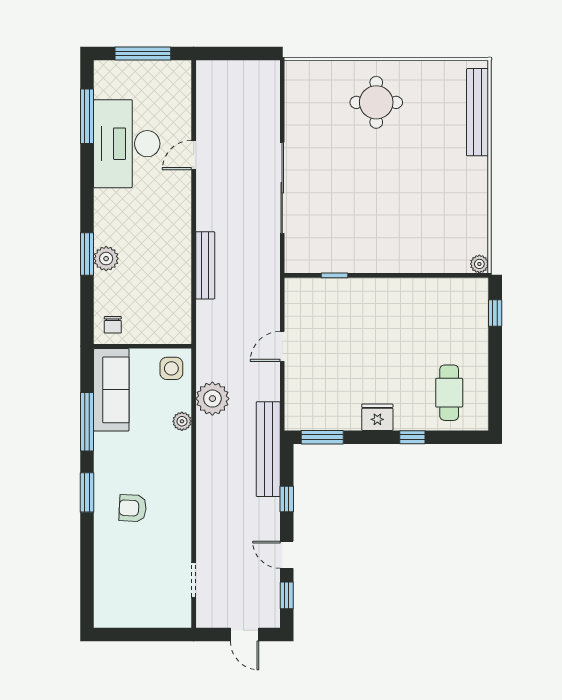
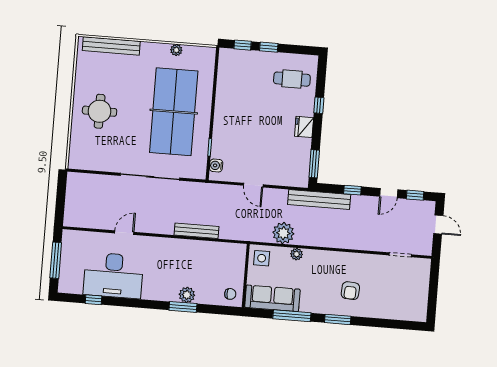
window: (87, 116) -> (93, 300), width x0.46
door: (194, 155) -> (124, 233), swing flipped
table tennis table: (385, 216) -> (174, 112), added
plant: (479, 264) -> (176, 50), moved
water cooler: (308, 287) -> (216, 166), added
window: (495, 353) -> (269, 47), added
door: (245, 635) -> (438, 225), hinge flipped

